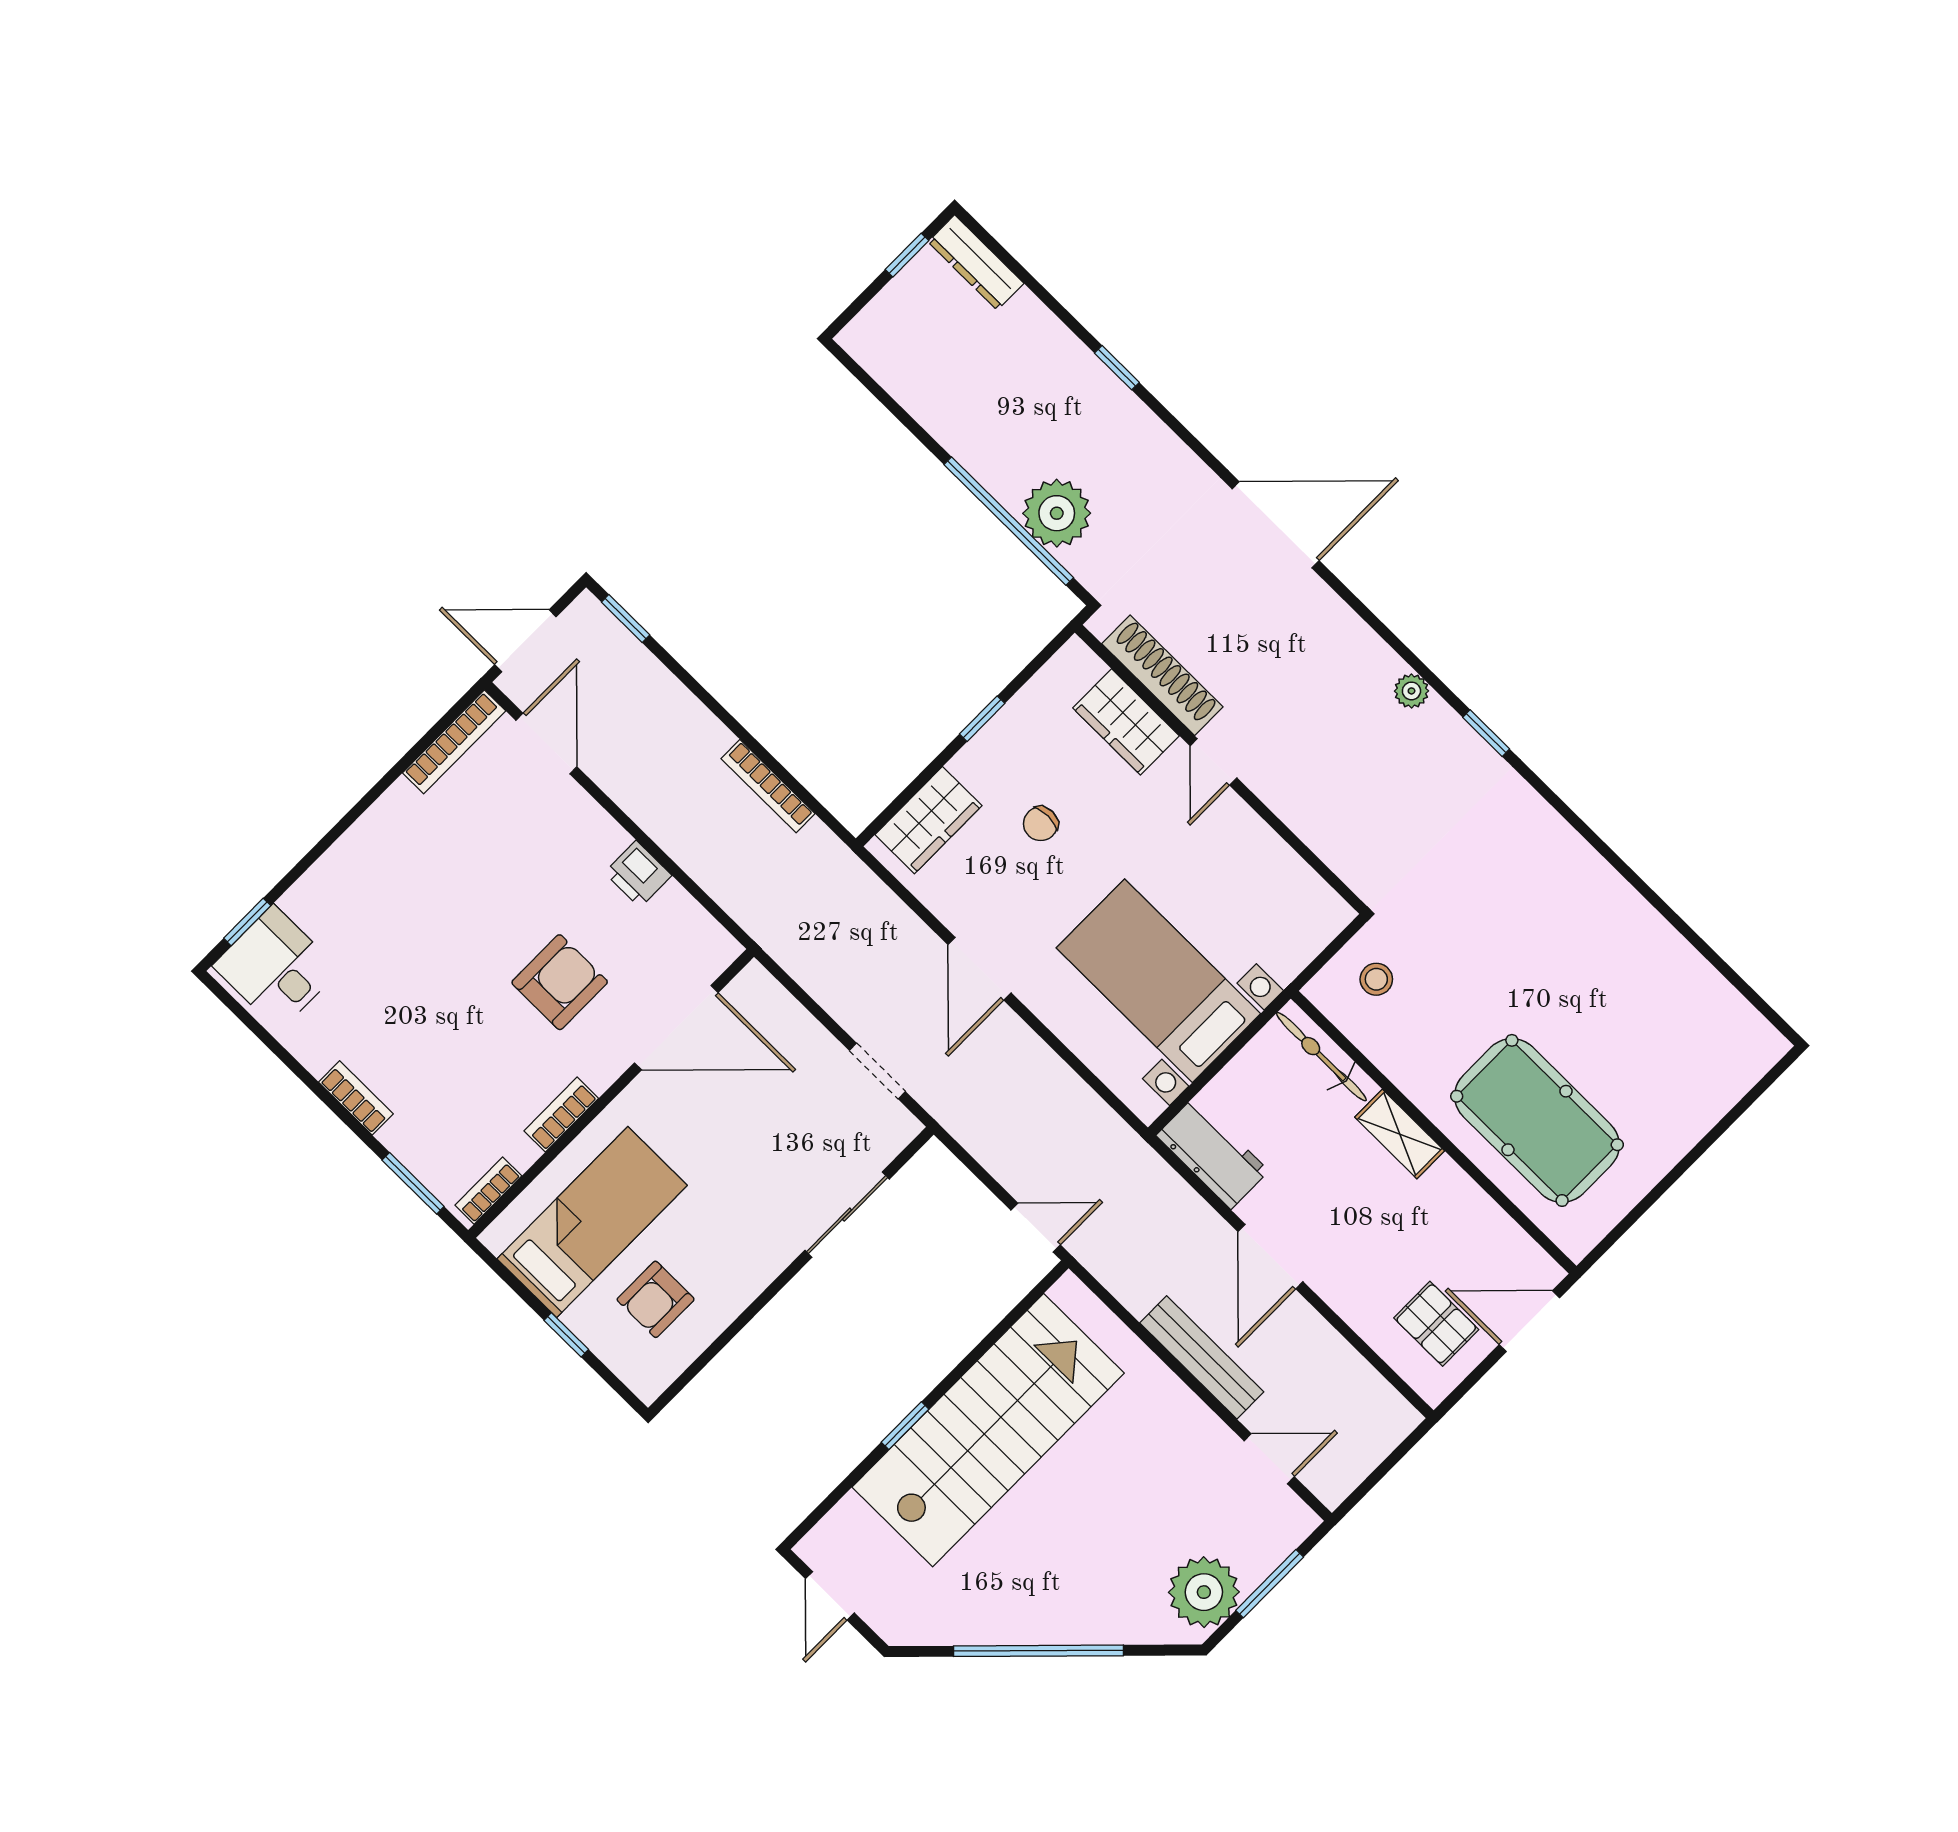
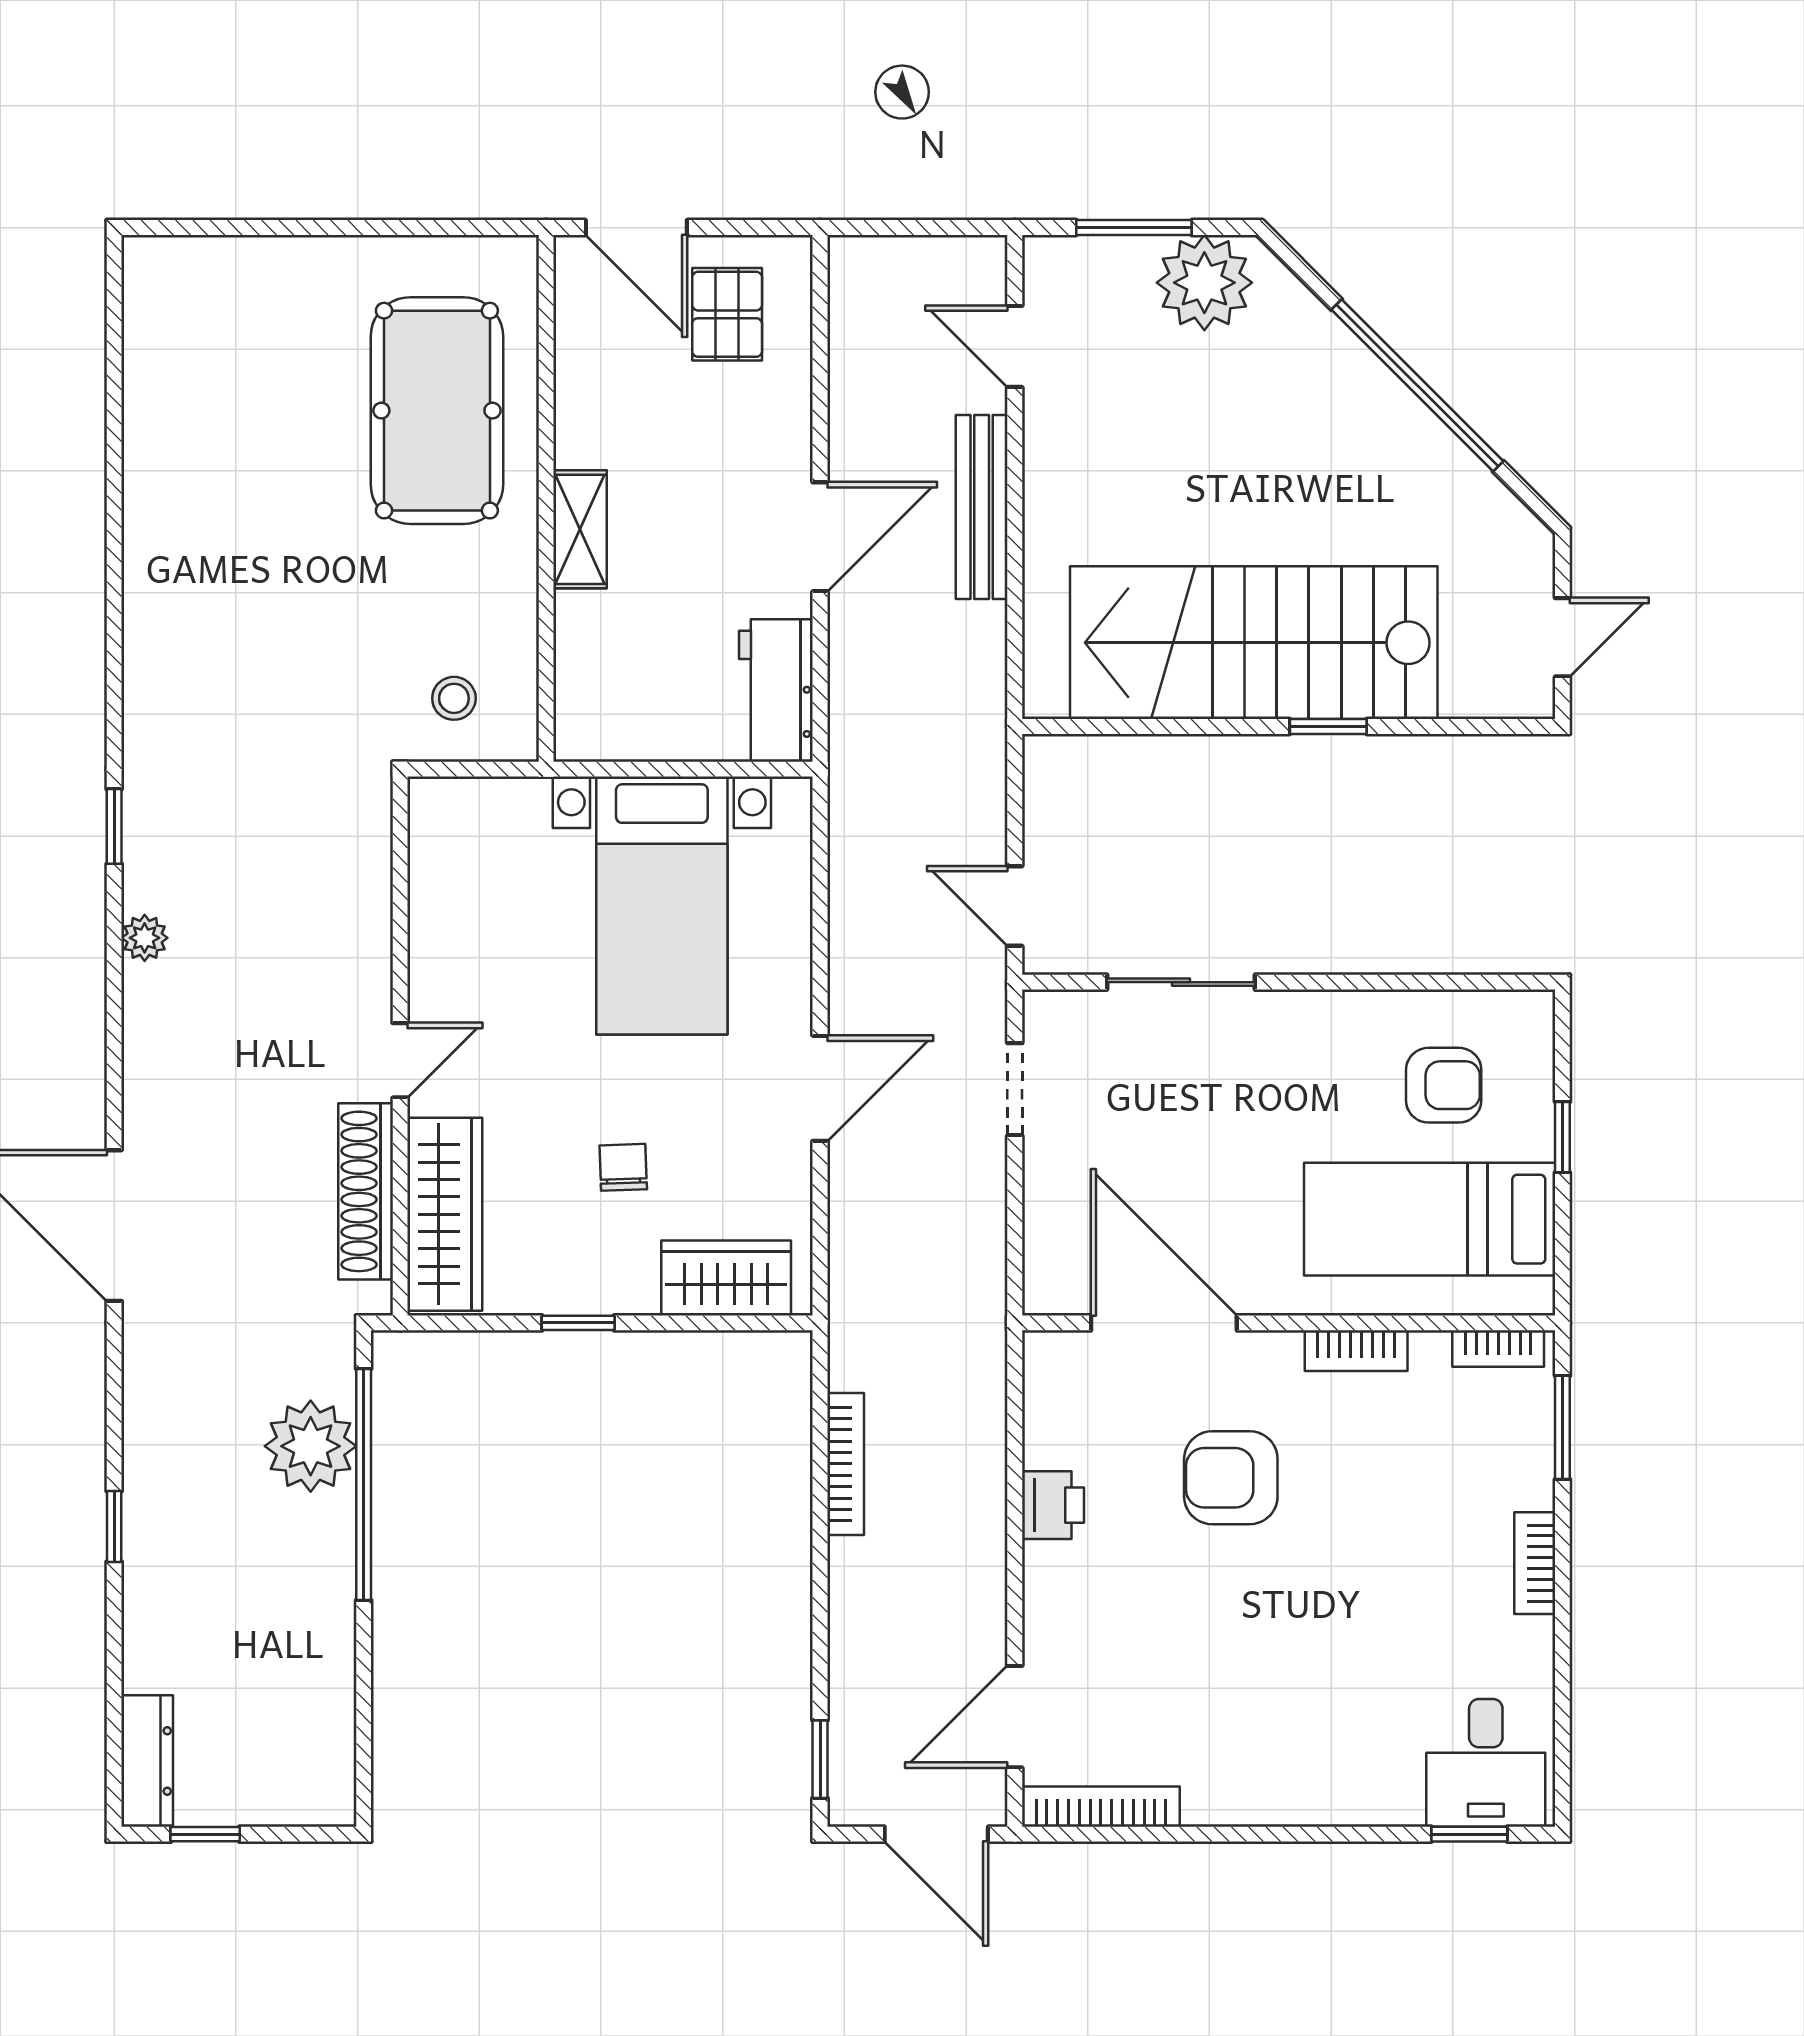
wardrobe: (1126, 722) -> (445, 1214), width x1.50
chair: (1041, 824) -> (623, 1167), turned -92
bicycle: (1321, 1057) -> (580, 678), removed
door: (1036, 1228) -> (1015, 906), moved

